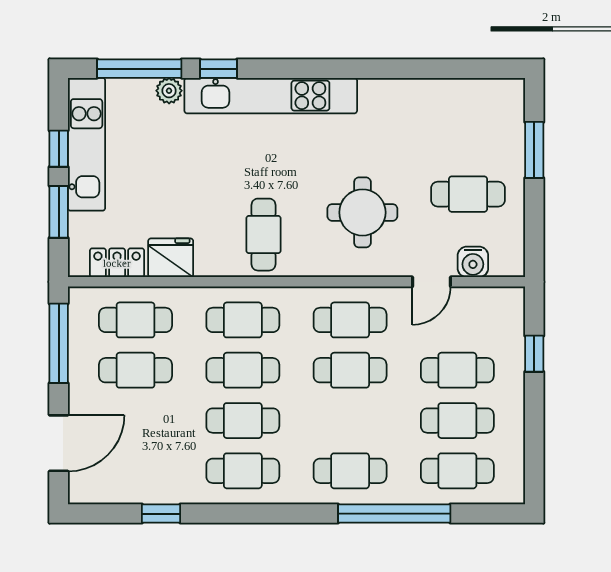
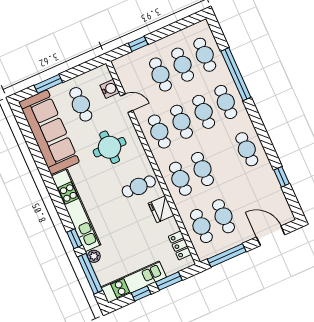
sofa: (442, 111) -> (49, 132), added
fridge: (171, 258) -> (161, 209), moved
cafe table: (243, 421) -> (204, 112), moved

